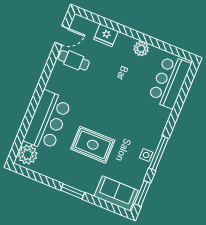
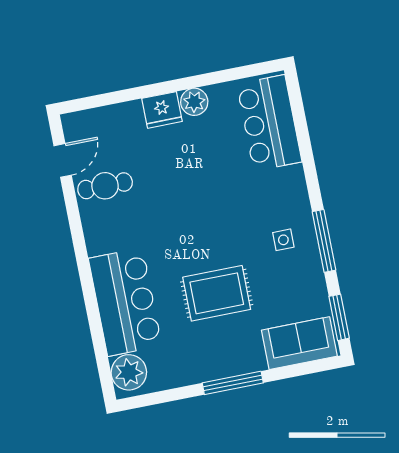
fridge: (106, 35) -> (162, 110), moved
side table: (146, 155) -> (283, 240), moved
window: (73, 191) -> (233, 383), width x1.44

